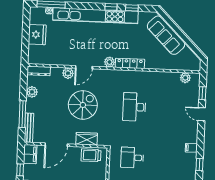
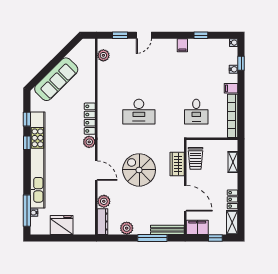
plant: (68, 73) -> (104, 201), moved

